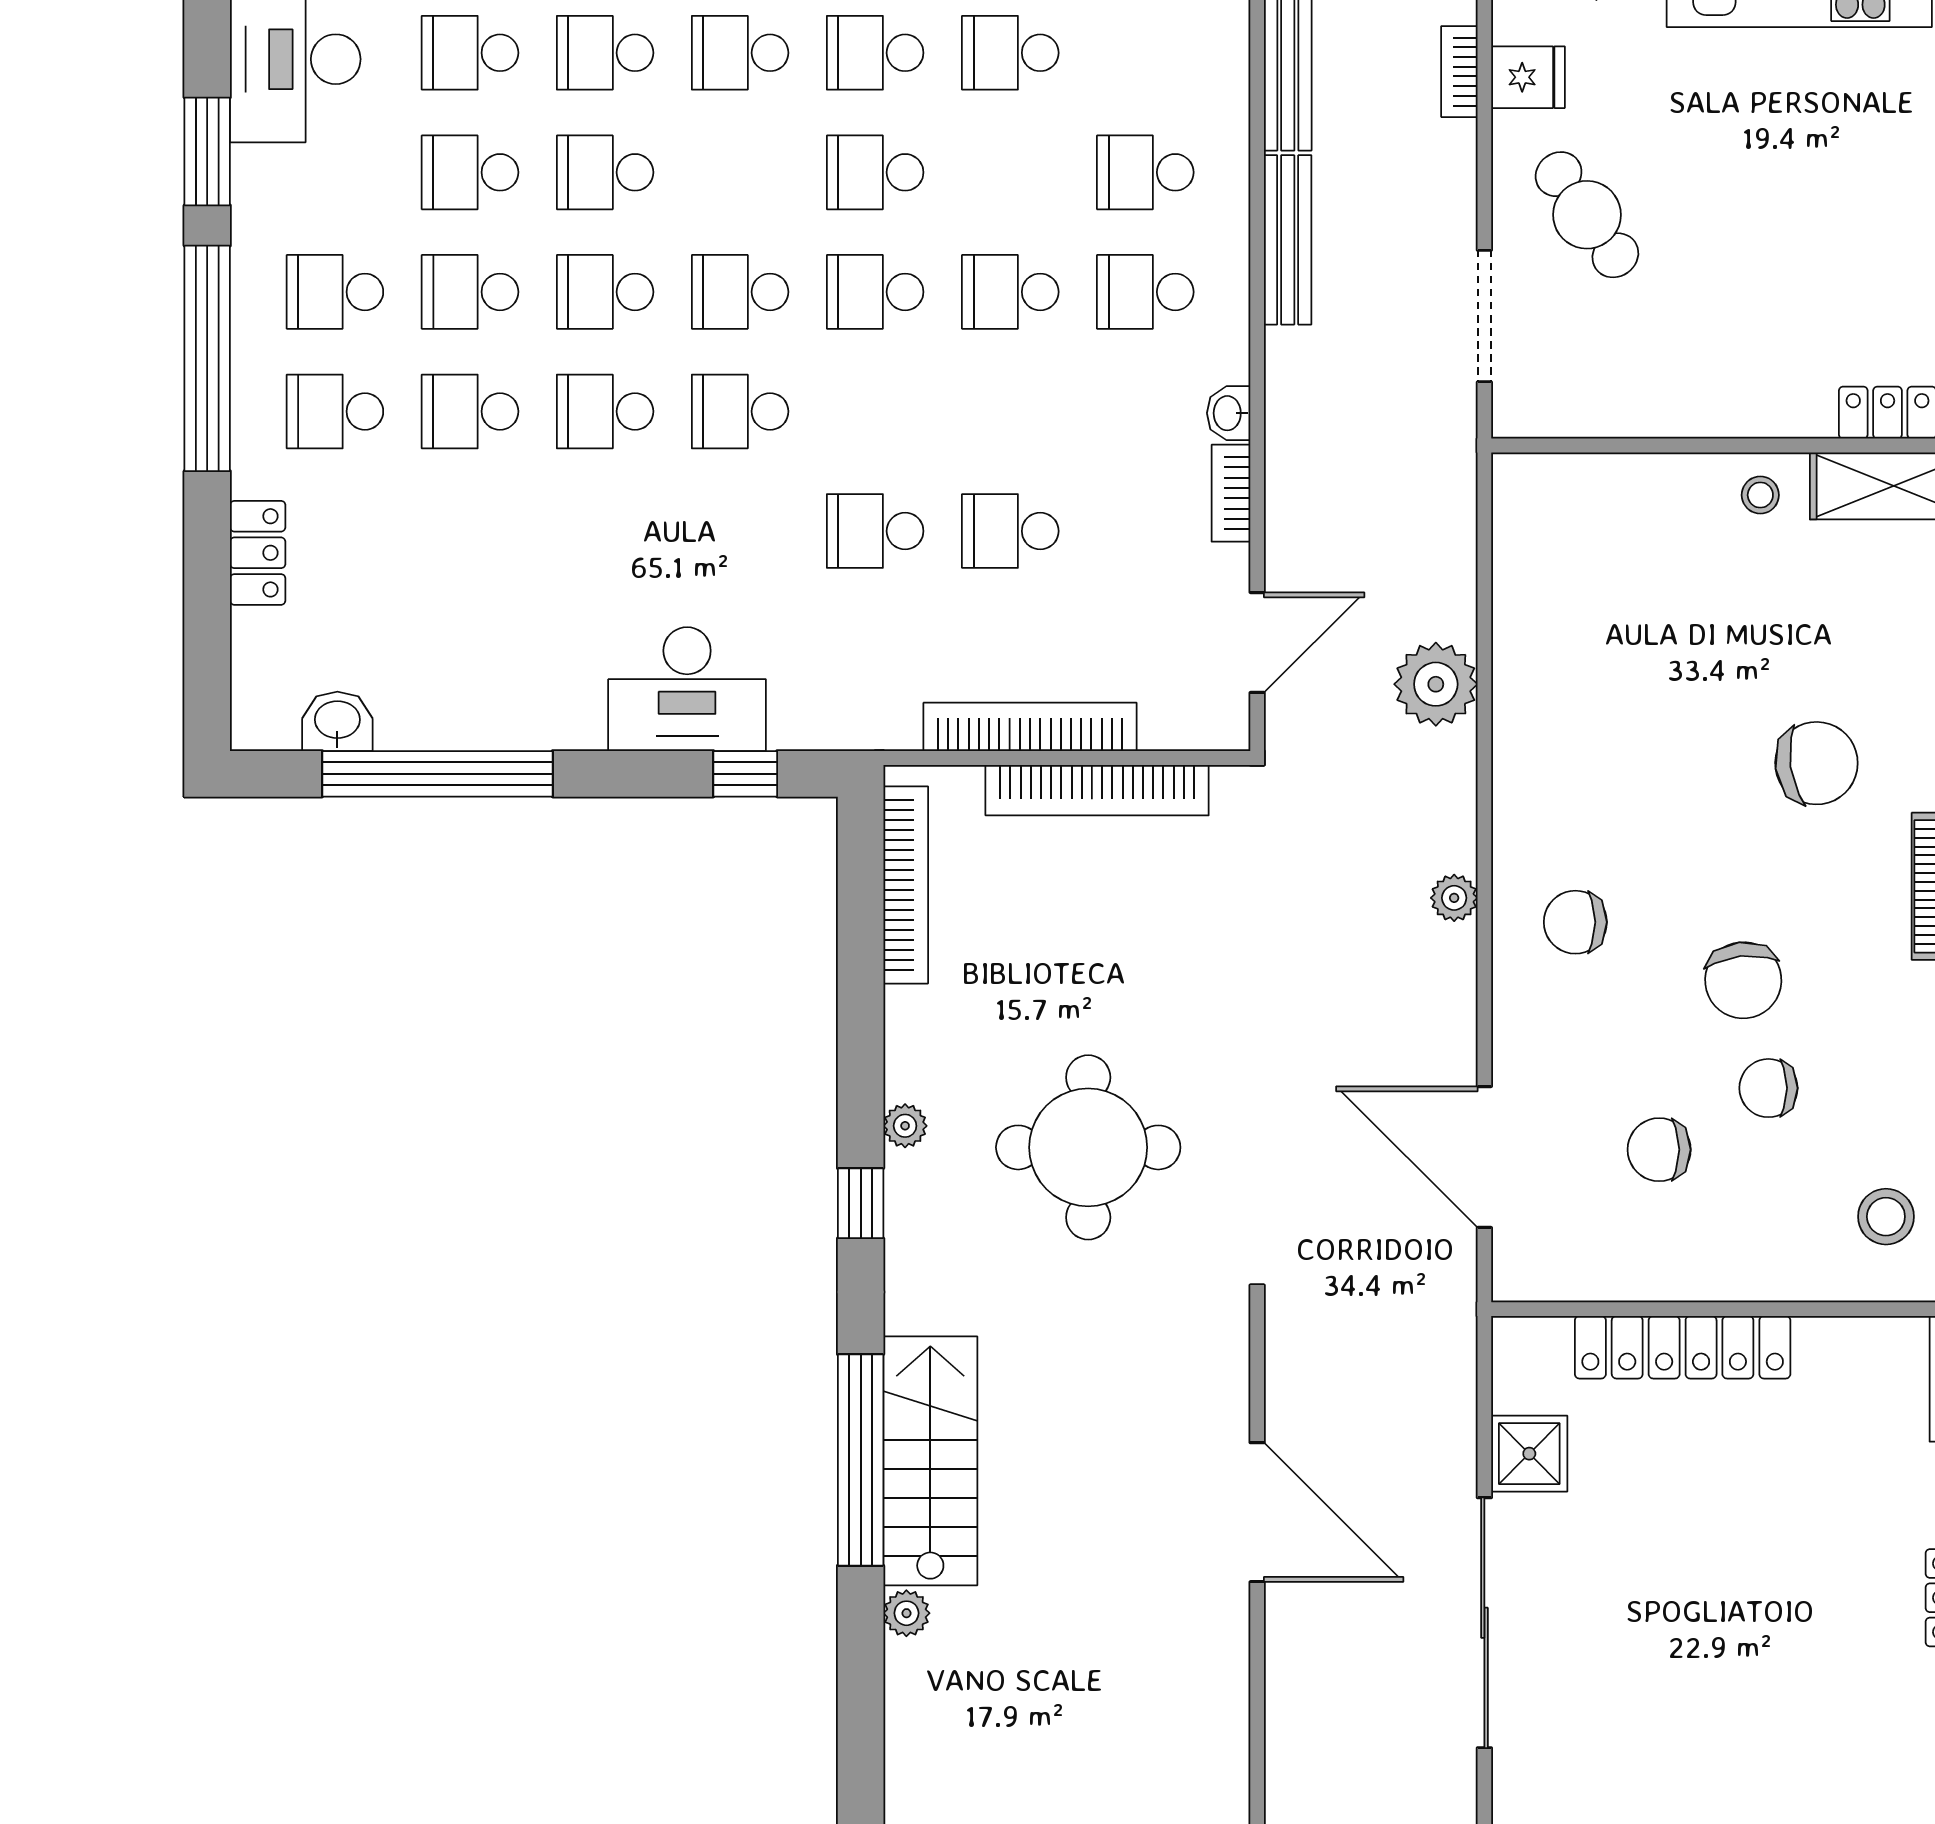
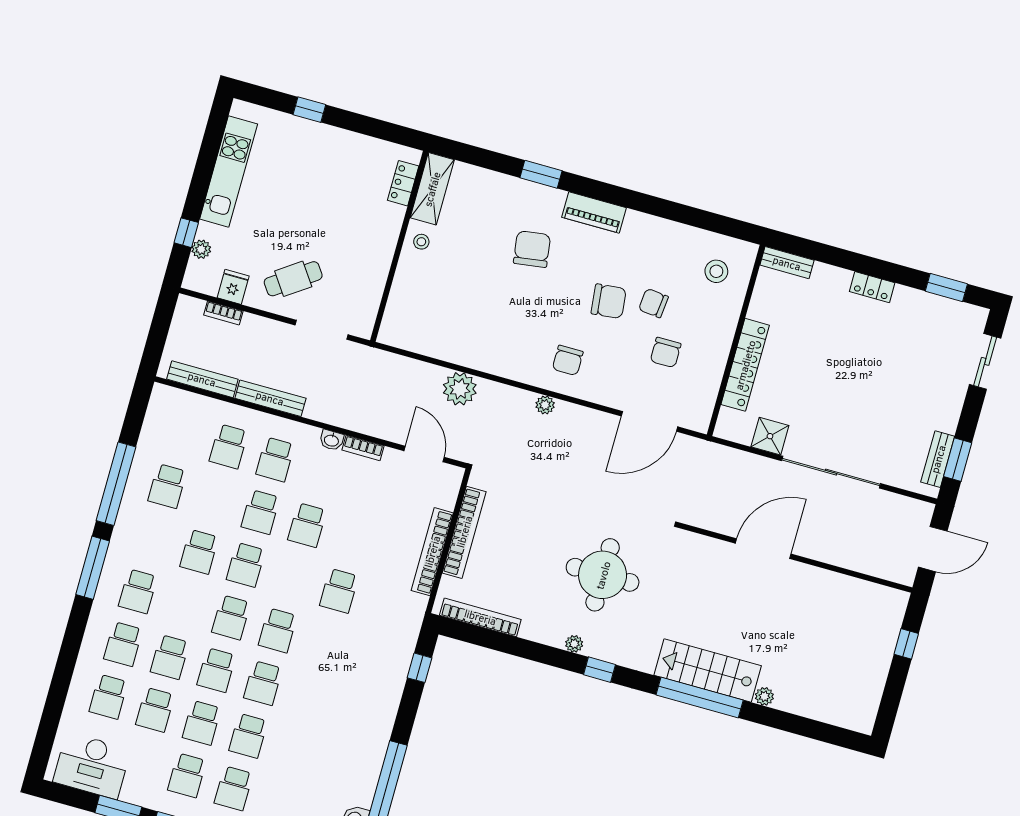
school desk: (875, 53) -> (153, 539), removed
school desk: (1010, 531) -> (307, 525), moved
desk: (687, 689) -> (380, 681), removed
chair: (1768, 1088) -> (653, 303), turned 96

